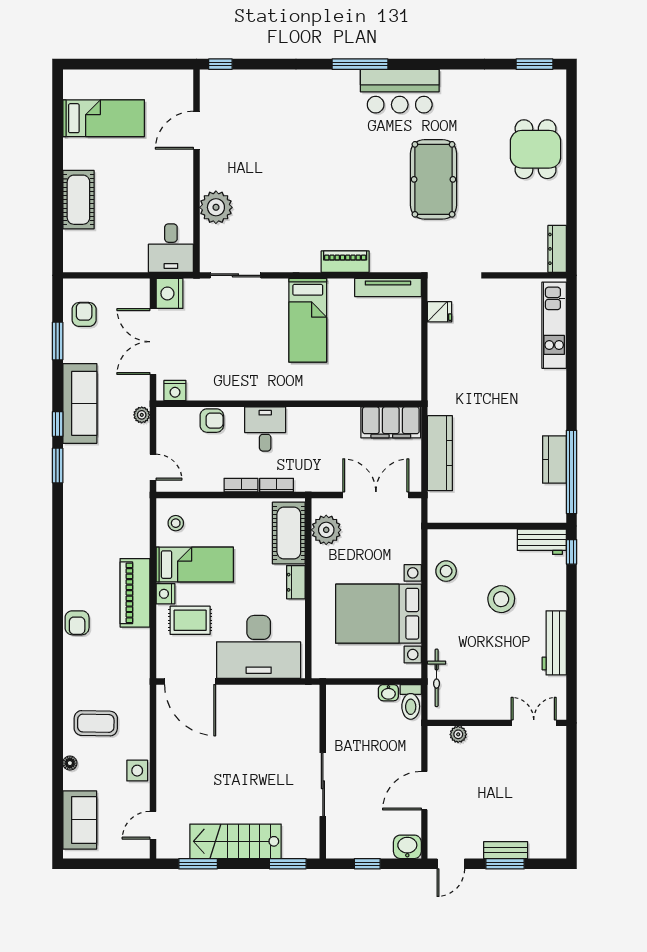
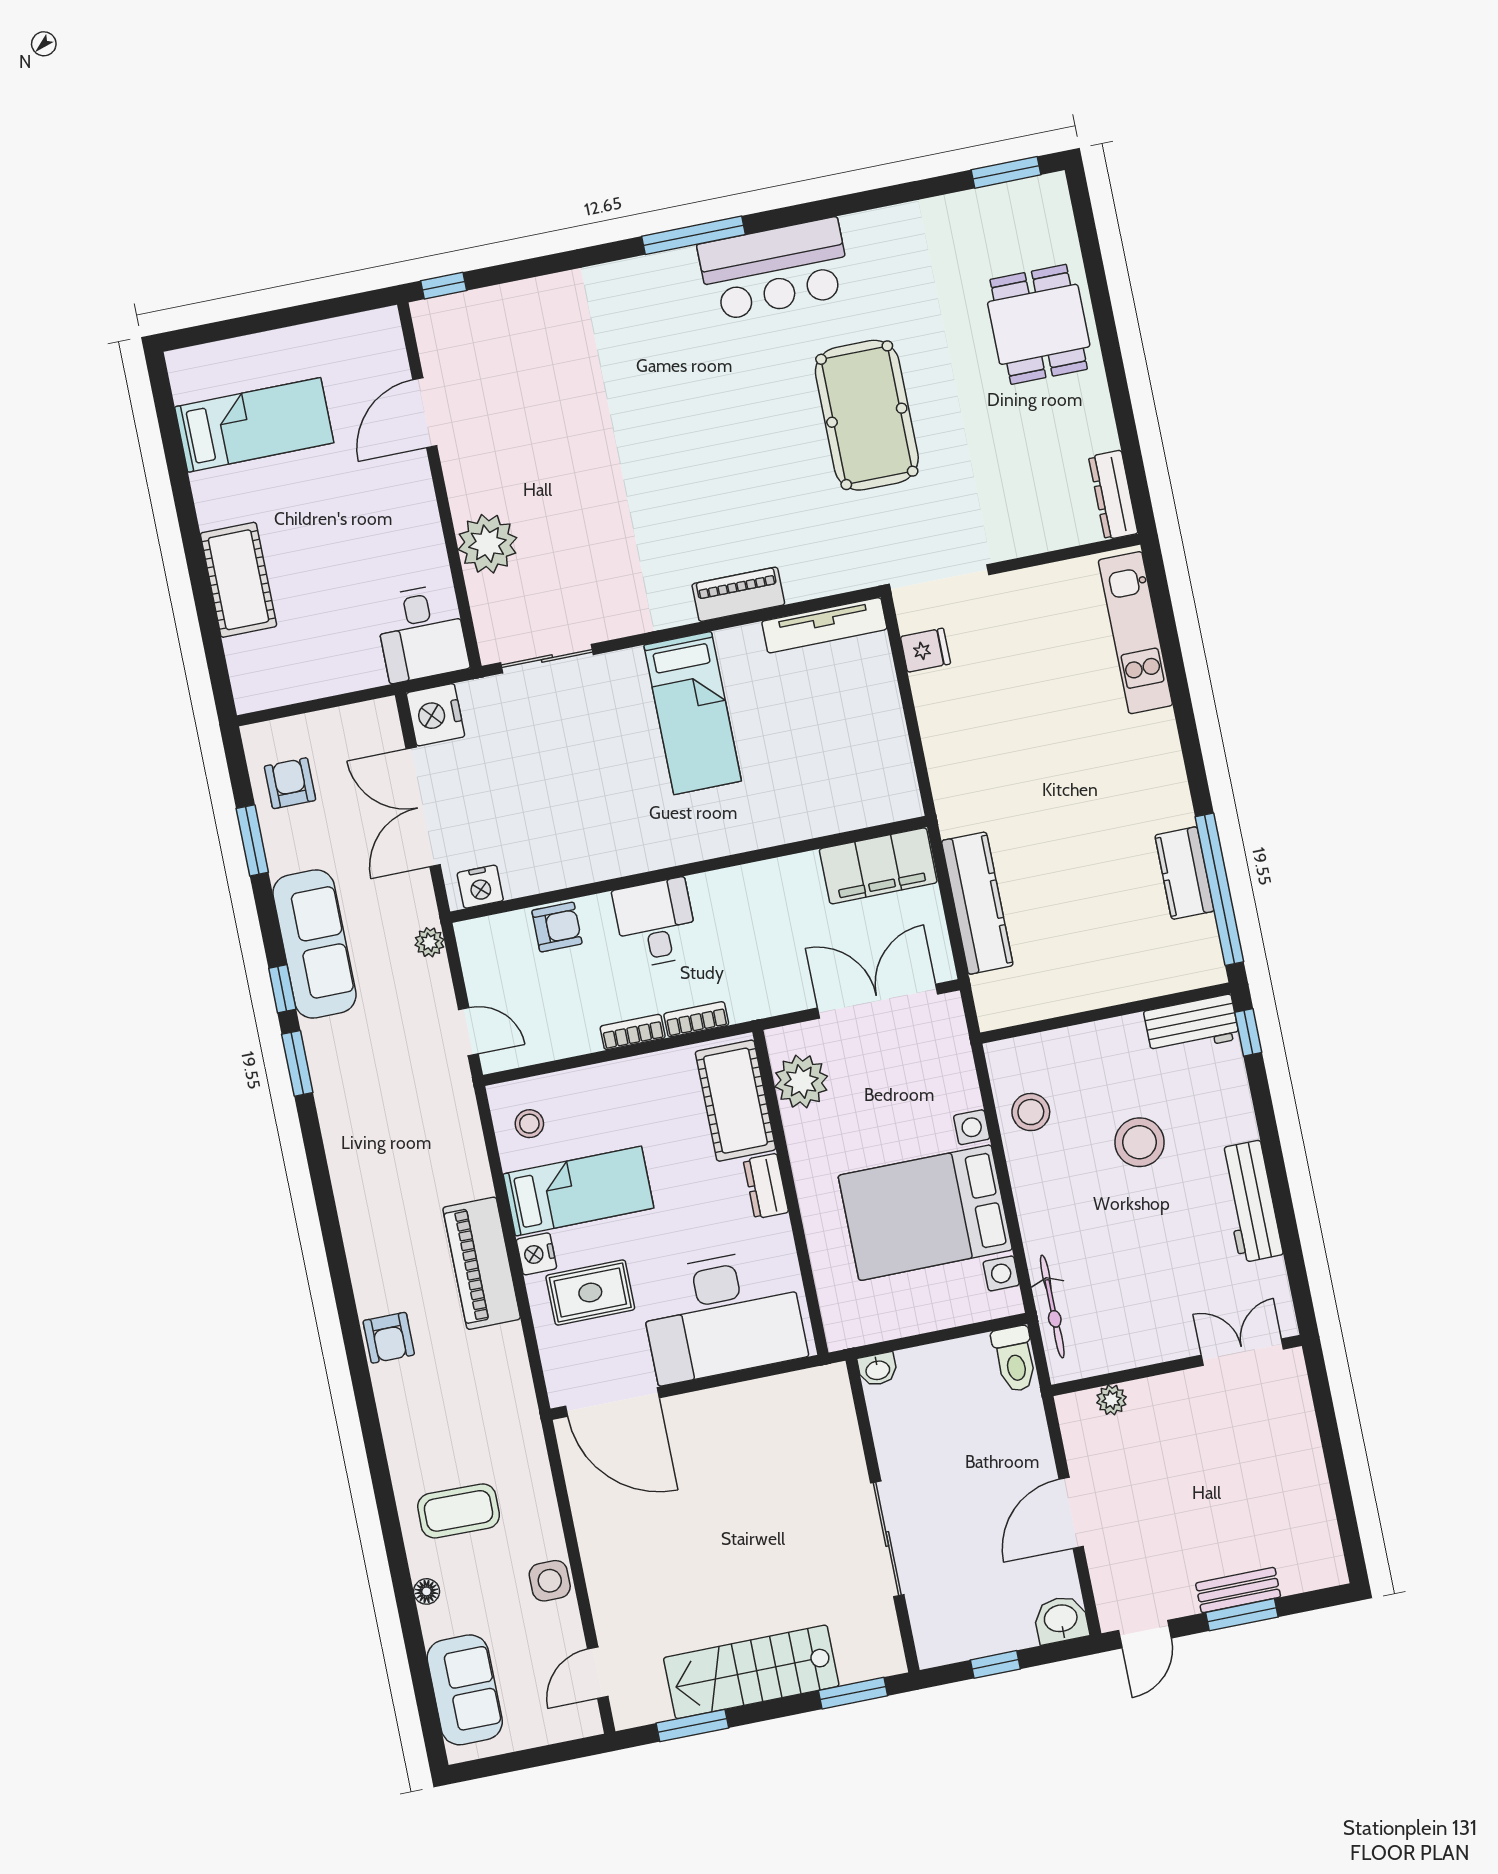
washbasin: (388, 693) -> (878, 1369), moved

